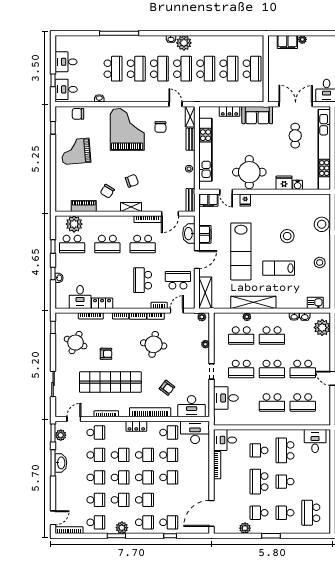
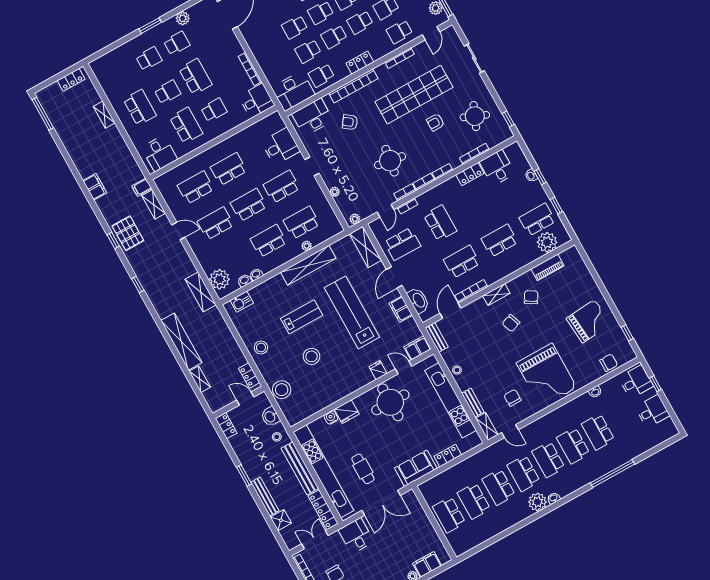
school desk: (311, 513) -> (140, 107), moved

